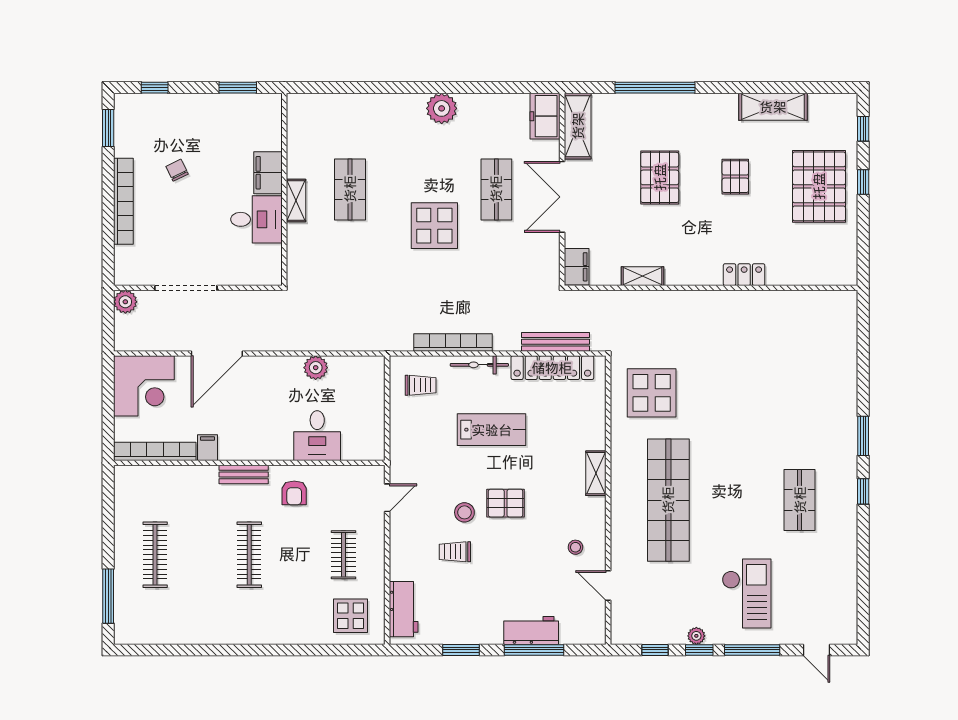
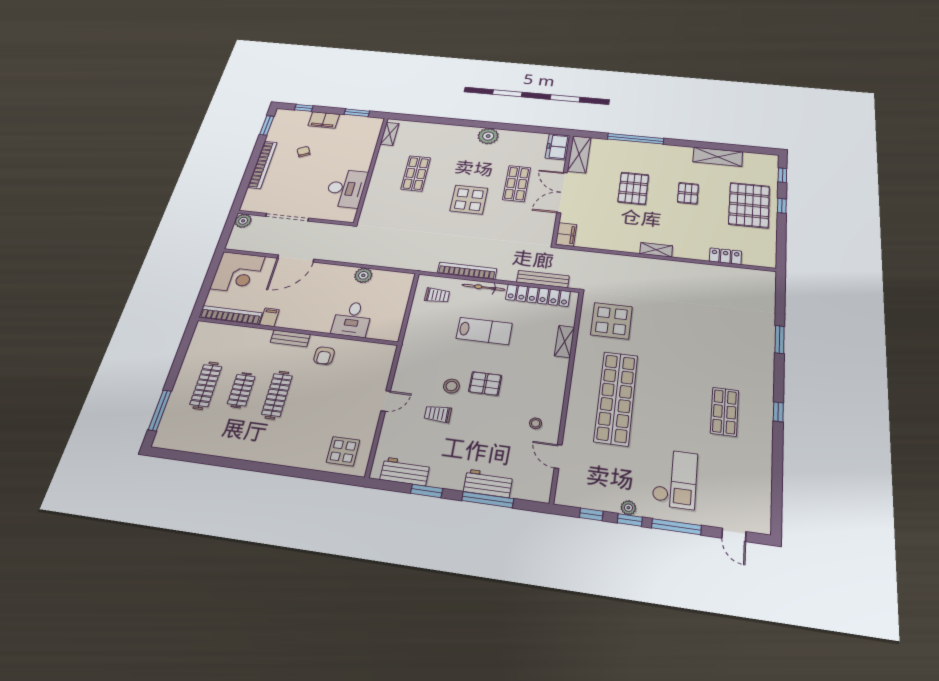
filing cabinet: (268, 173) -> (324, 120), moved, turned -90
shelving: (296, 200) -> (390, 134), moved
desk: (256, 219) -> (346, 188), width x1.37
locker: (744, 275) -> (725, 256), moved
shelving: (642, 276) -> (656, 250), moved
window: (863, 436) -> (780, 339), moved
shelving: (596, 473) -> (565, 342), moved
door: (387, 498) -> (386, 401), moved
clothes rail: (343, 555) -> (241, 390), moved
workbench: (404, 609) -> (405, 471), moved, turned -90

